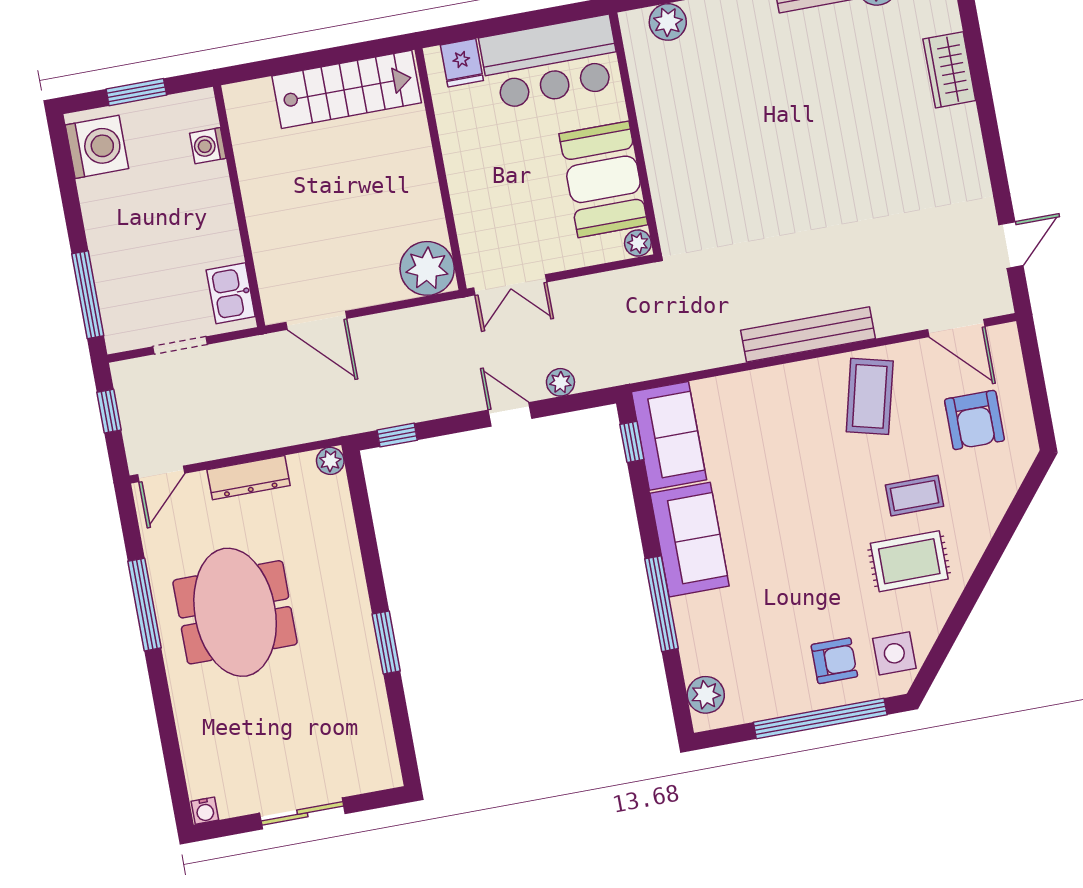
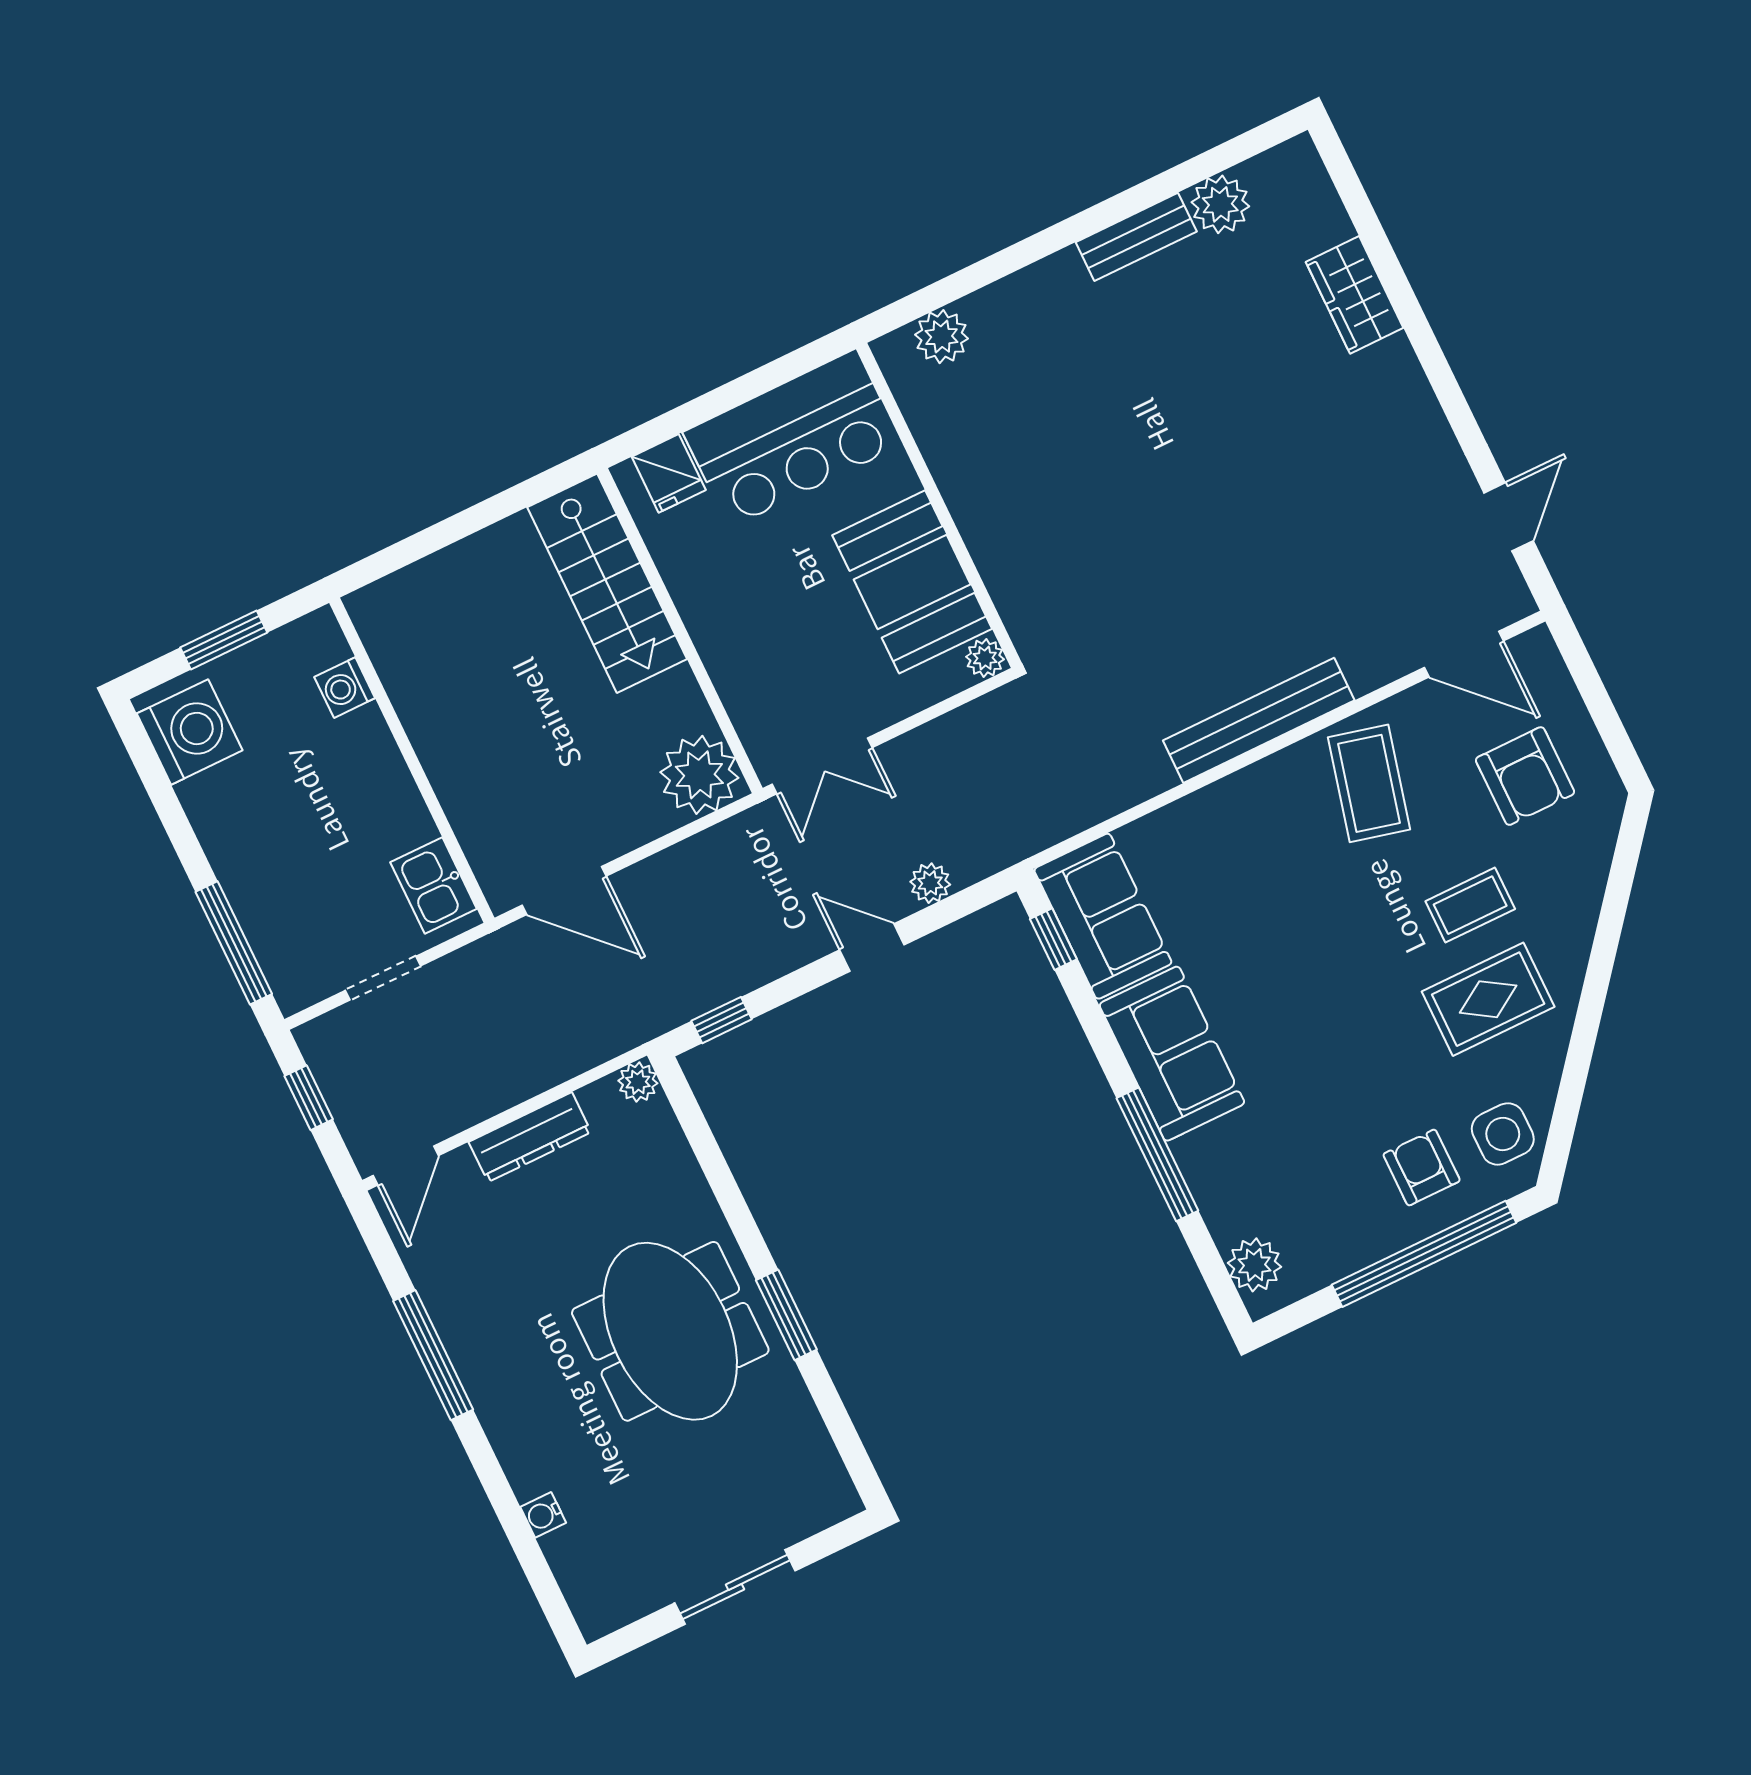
stairs: (347, 89) -> (607, 583), moved, turned 90
meeting table: (235, 612) -> (670, 1331), moved
armchair: (834, 661) -> (1422, 1167), turned -90
water cooler: (205, 811) -> (543, 1515), moved, turned 90

